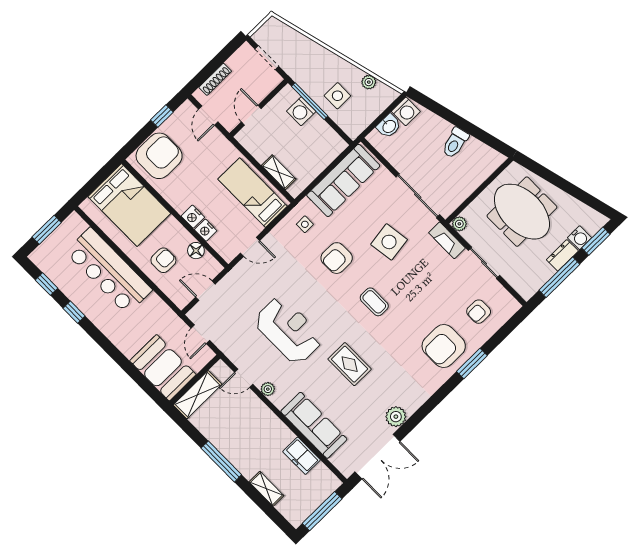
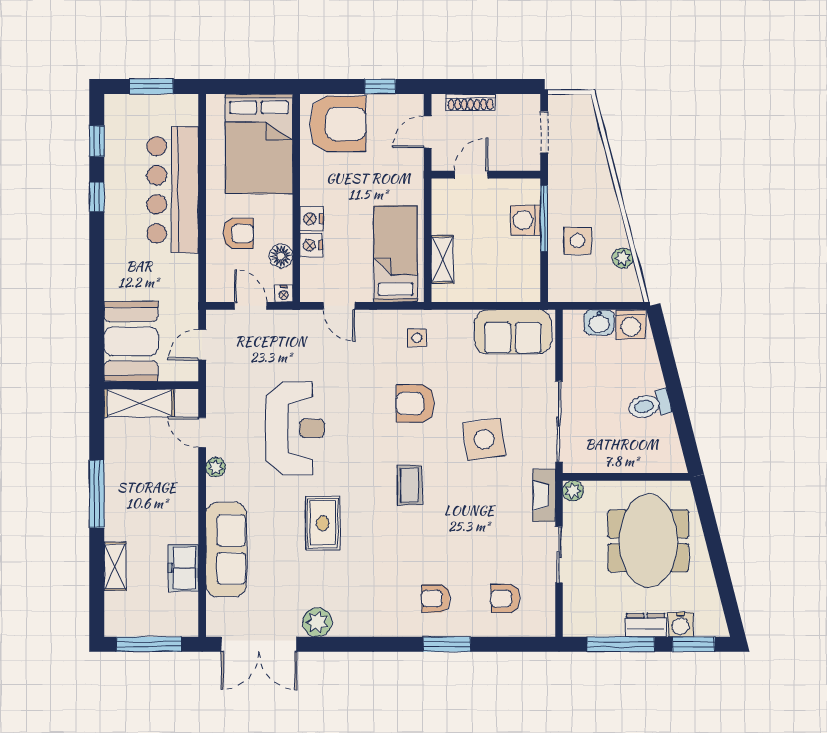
sofa: (343, 180) -> (513, 332), width x0.73
nightstand: (216, 268) -> (284, 294), added
armchair: (444, 346) -> (436, 599), width x0.53, depth x0.53

